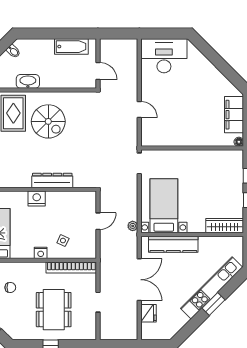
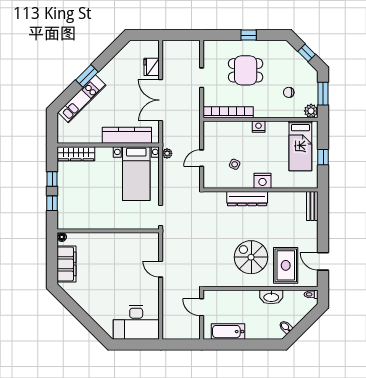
side table: (63, 241) -> (235, 164), moved
kitchen unit: (212, 288) -> (82, 99), width x0.73
dining table: (54, 310) -> (246, 70), width x0.73

